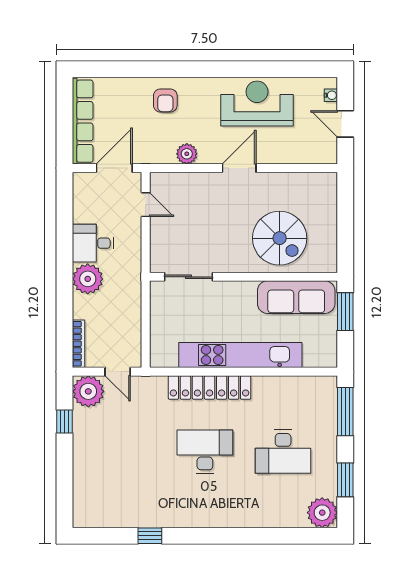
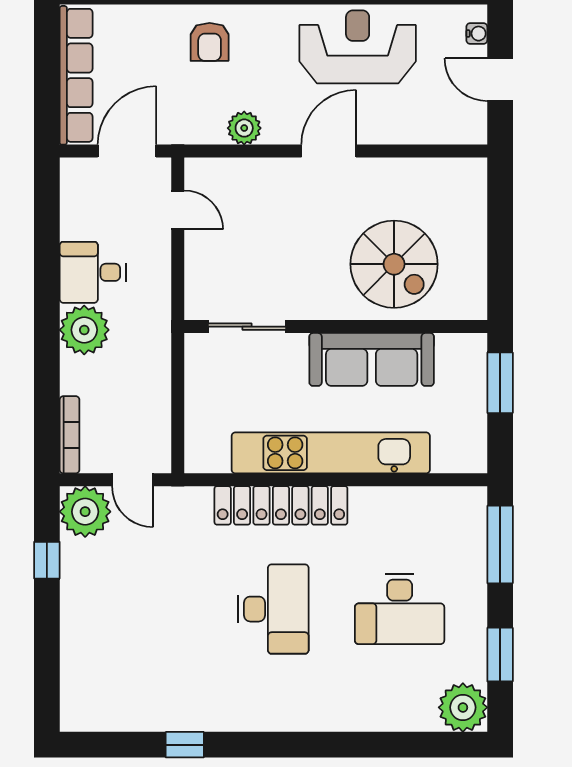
sofa: (296, 297) -> (372, 359), moved
desk: (205, 452) -> (273, 609), turned 90

